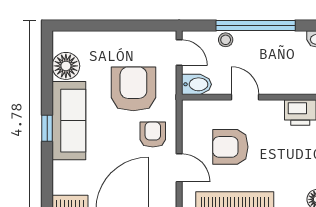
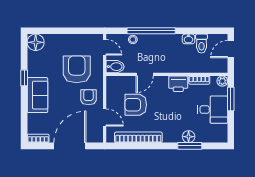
floor lamp: (66, 66) -> (36, 42), moved
door: (245, 97) -> (145, 74), swing flipped
sofa: (69, 121) -> (37, 95), width x0.73
window: (47, 128) -> (24, 78), moved

